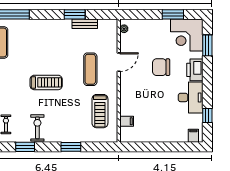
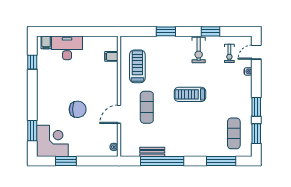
window: (75, 14) -> (162, 161), width x2.11
printer: (195, 70) -> (45, 107), removed
desk: (191, 97) -> (67, 48), moved, turned 90

